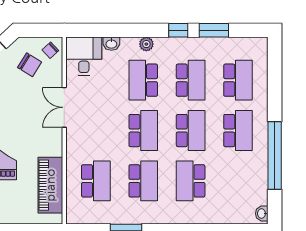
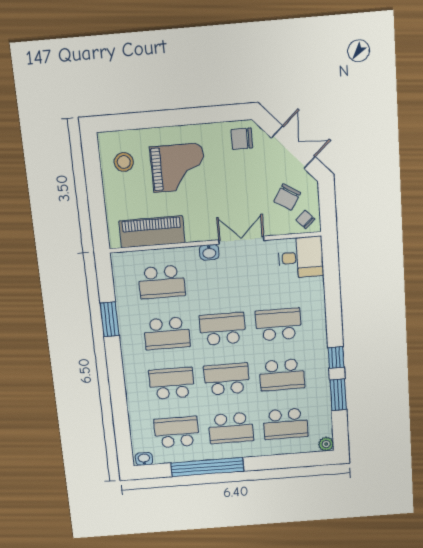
washbasin: (111, 44) -> (209, 252), moved, turned -90
plant: (146, 44) -> (326, 444), moved
school desk: (143, 131) -> (223, 329), turned 180
school desk: (191, 131) -> (227, 379), turned 180
school desk: (238, 181) -> (177, 432), added

